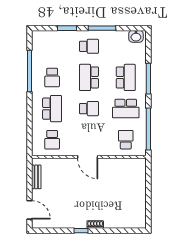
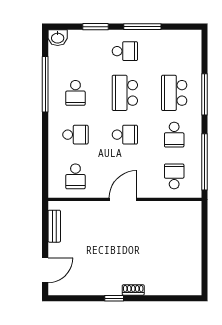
washbasin: (136, 36) -> (58, 38), moved
school desk: (126, 77) -> (174, 93), turned 180
school desk: (52, 109) -> (75, 135), width x0.54
school desk: (126, 109) -> (174, 135), width x0.54
door: (88, 157) -> (123, 199), swing flipped
door: (29, 210) -> (45, 270), hinge flipped

